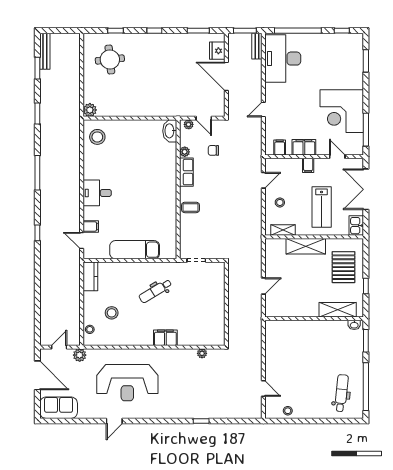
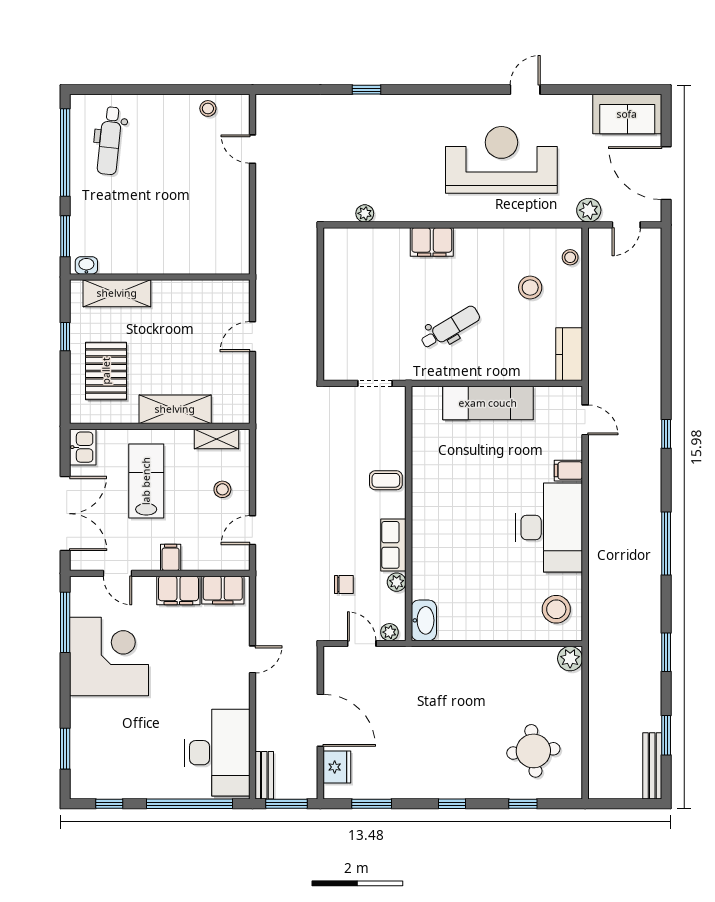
filing cabinet: (280, 147) -> (223, 590), width x2.00
desk: (97, 193) -> (549, 527), width x1.87, depth x1.30
filing cabinet: (91, 227) -> (568, 471), moved

